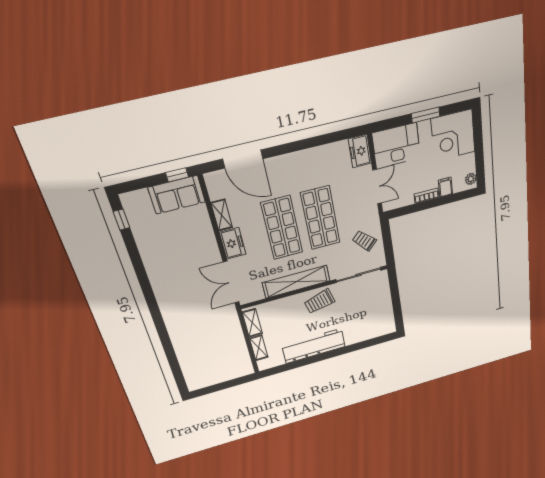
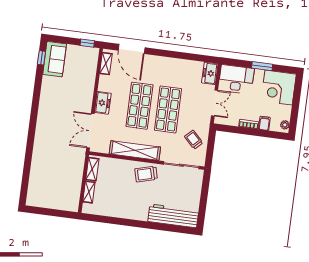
sofa: (177, 195) -> (55, 59), moved, turned -90
shelving: (222, 215) -> (106, 64), moved
workbench: (314, 346) -> (173, 216), moved

